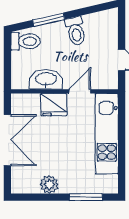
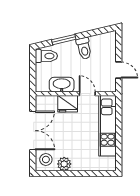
door: (80, 91) -> (87, 94), hinge flipped
stool: (25, 179) -> (46, 159), added
window: (86, 197) -> (92, 174), removed

